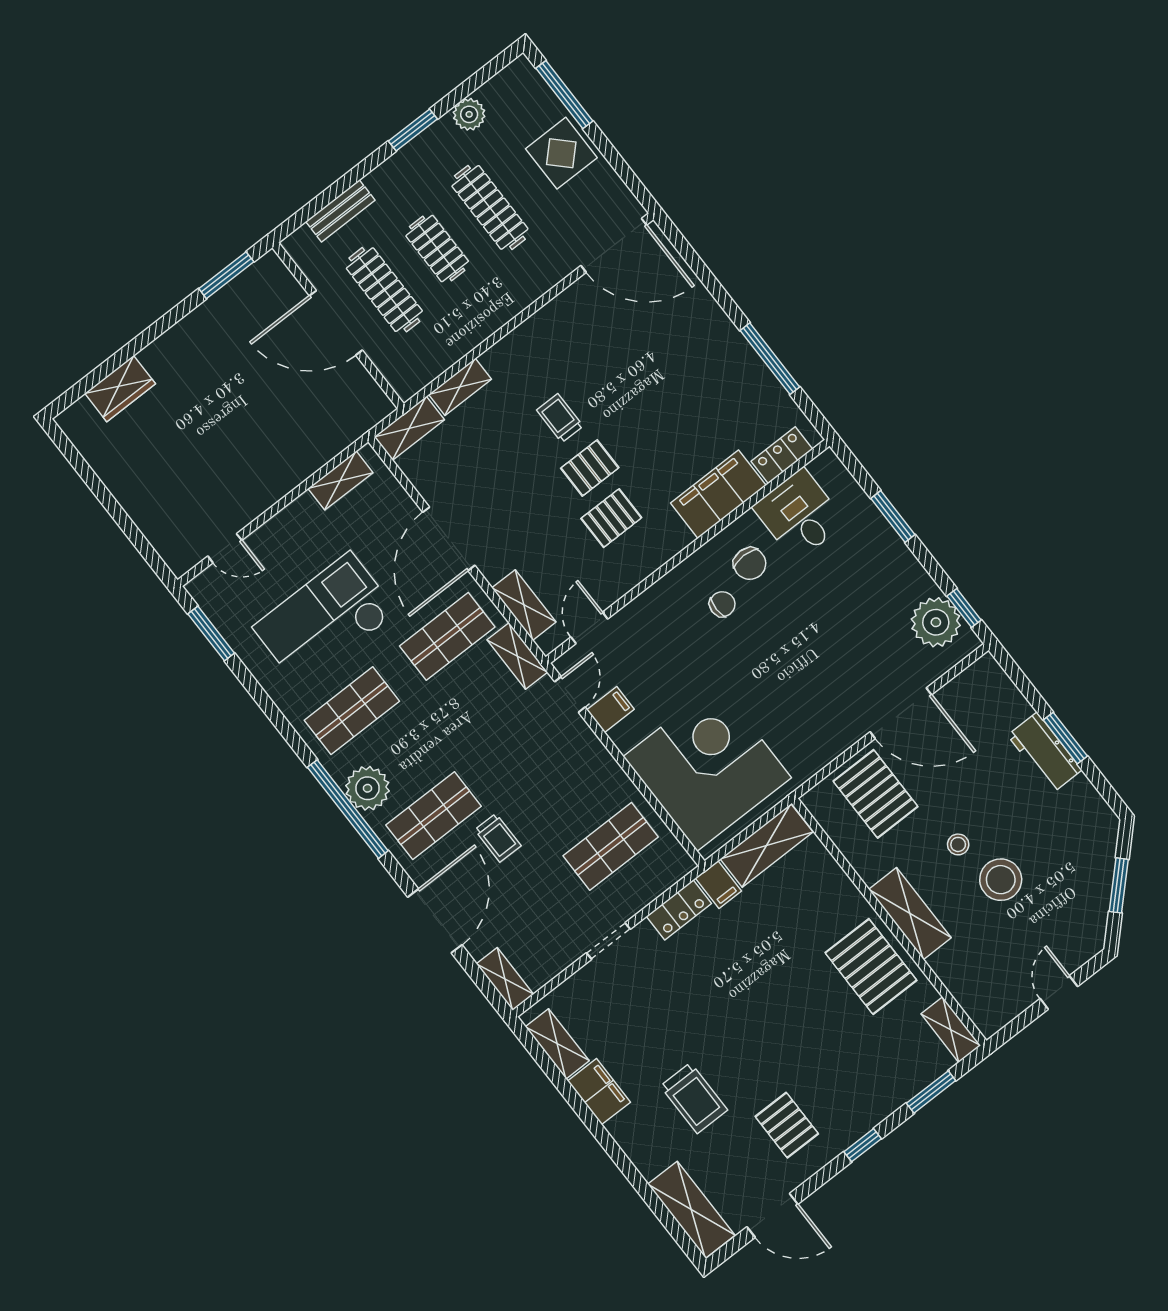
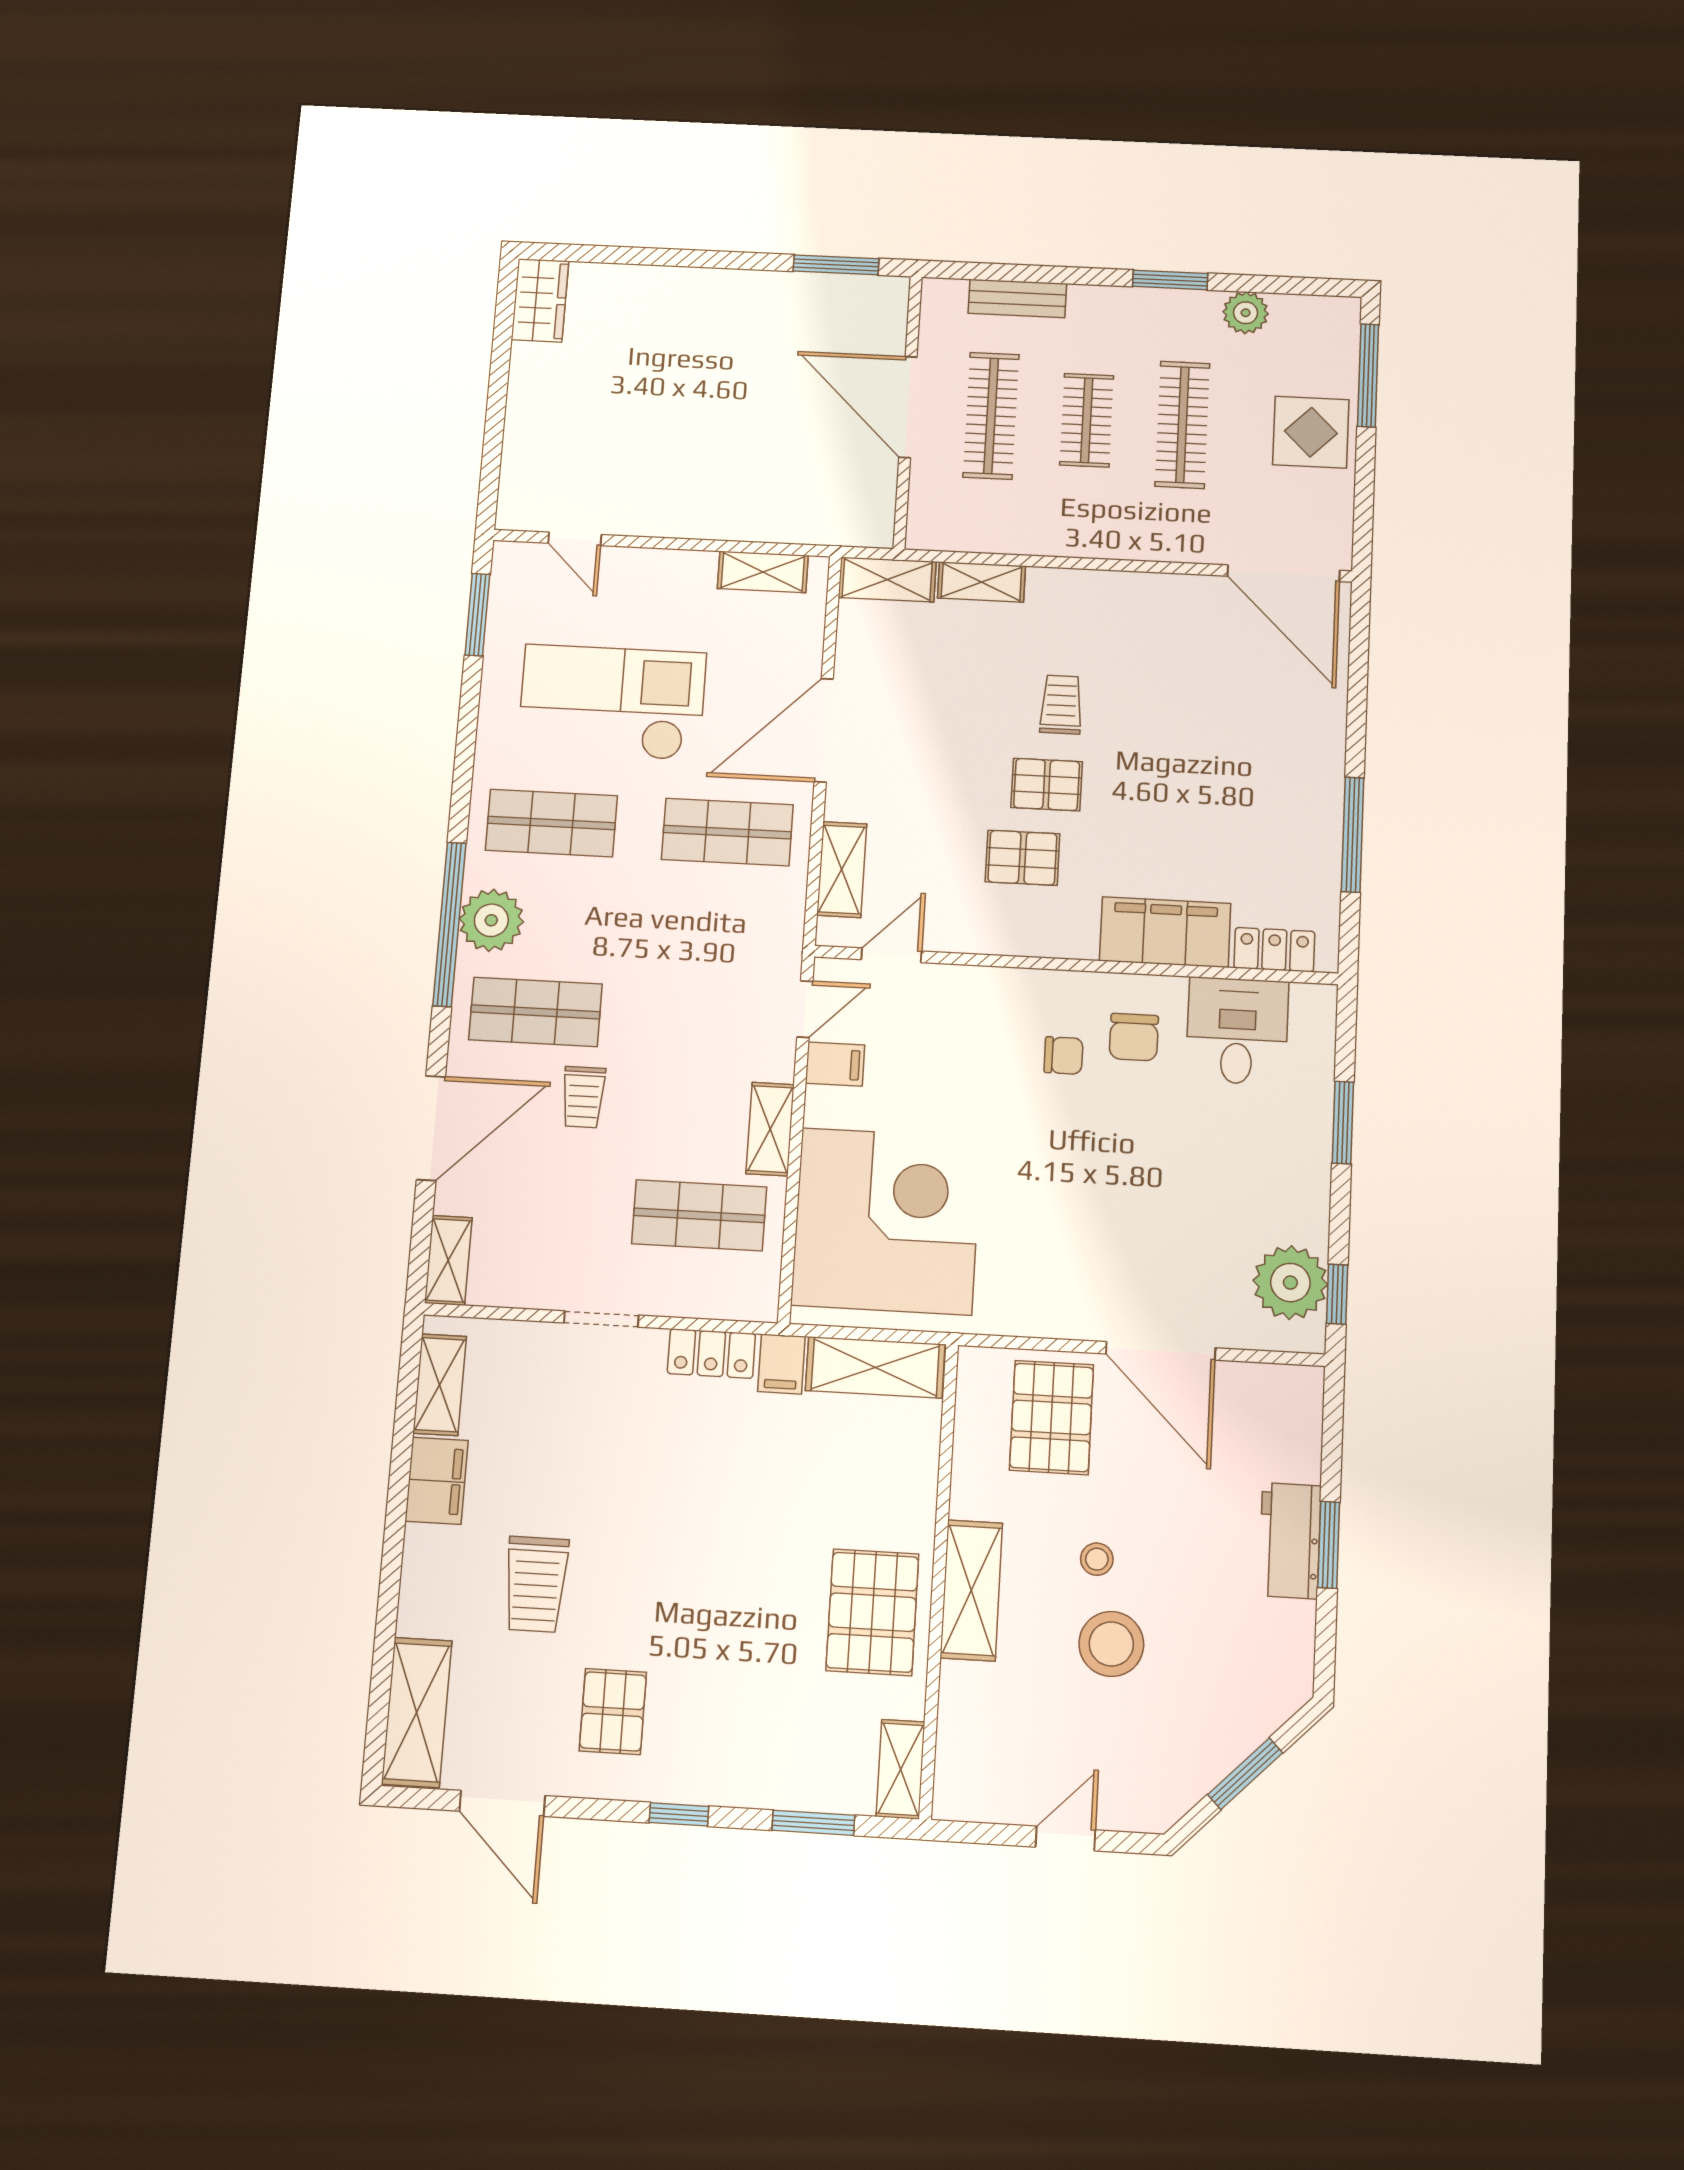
wardrobe: (120, 389) -> (540, 300), moved, turned -90
shelving: (517, 656) -> (770, 1129), moved

